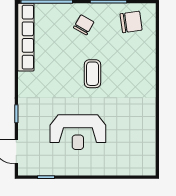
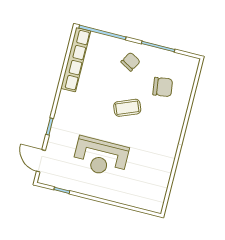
chair: (131, 22) -> (163, 87), moved
coffee table: (93, 74) -> (127, 108), turned 68

